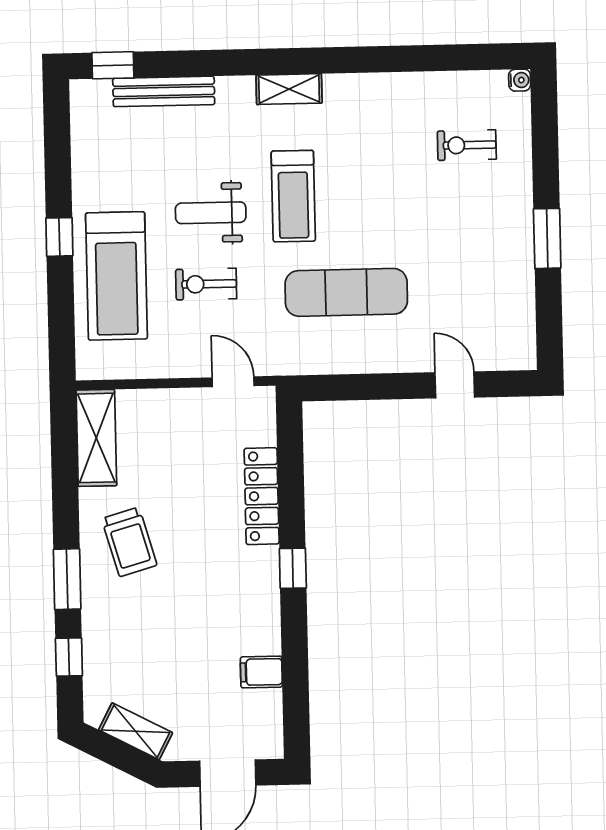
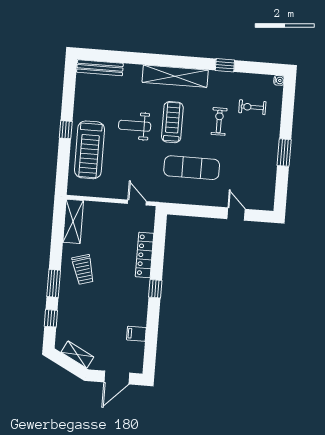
window: (113, 65) -> (225, 65), moved
shelving: (289, 89) -> (175, 76), width x2.20, depth x1.33
bench: (164, 91) -> (100, 68), moved
treadmill: (293, 196) -> (172, 122), turned 180
exercise bike: (206, 284) -> (219, 121), moved, turned 90

